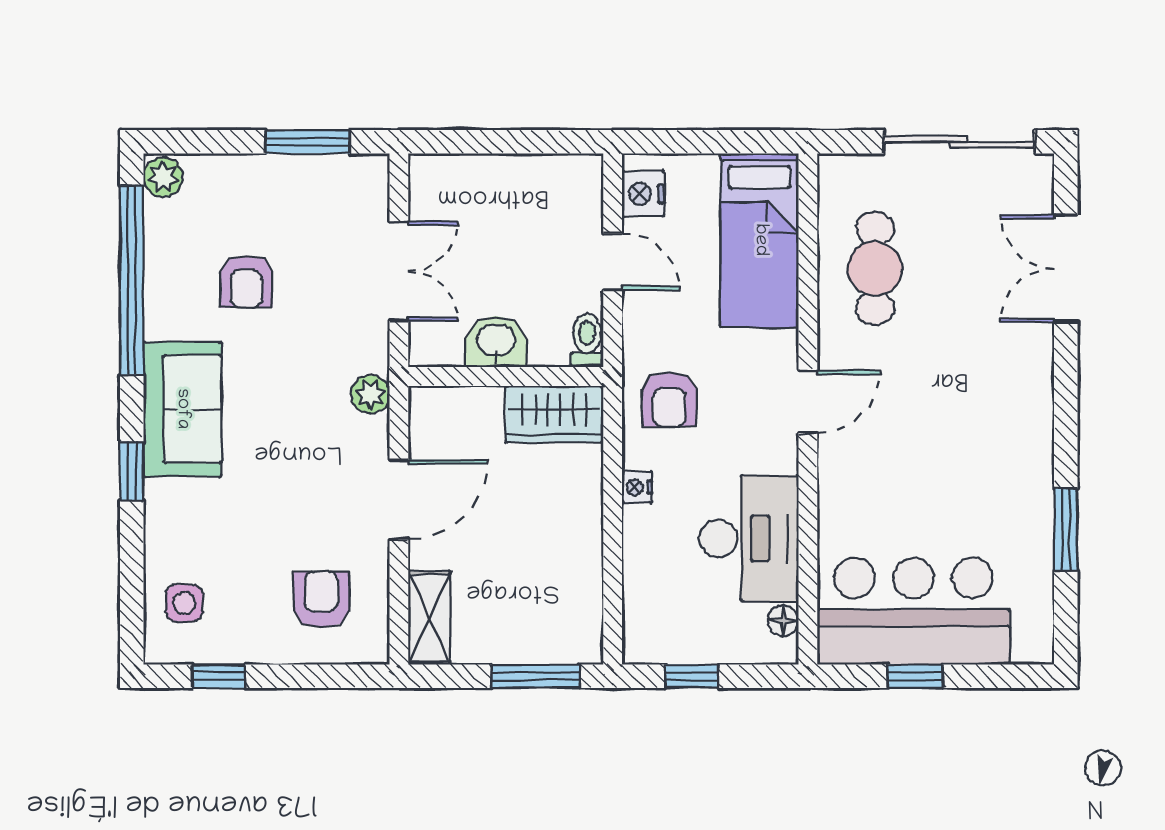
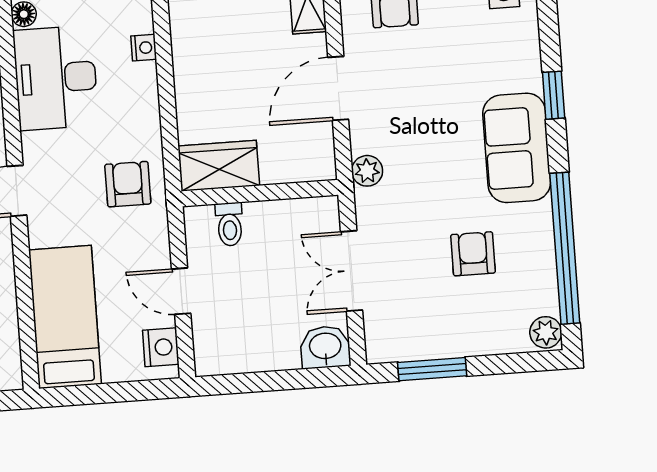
toilet: (587, 340) -> (230, 224), moved
washbasin: (496, 342) -> (325, 347), moved, turned 180
nightstand: (637, 487) -> (144, 48), moved

